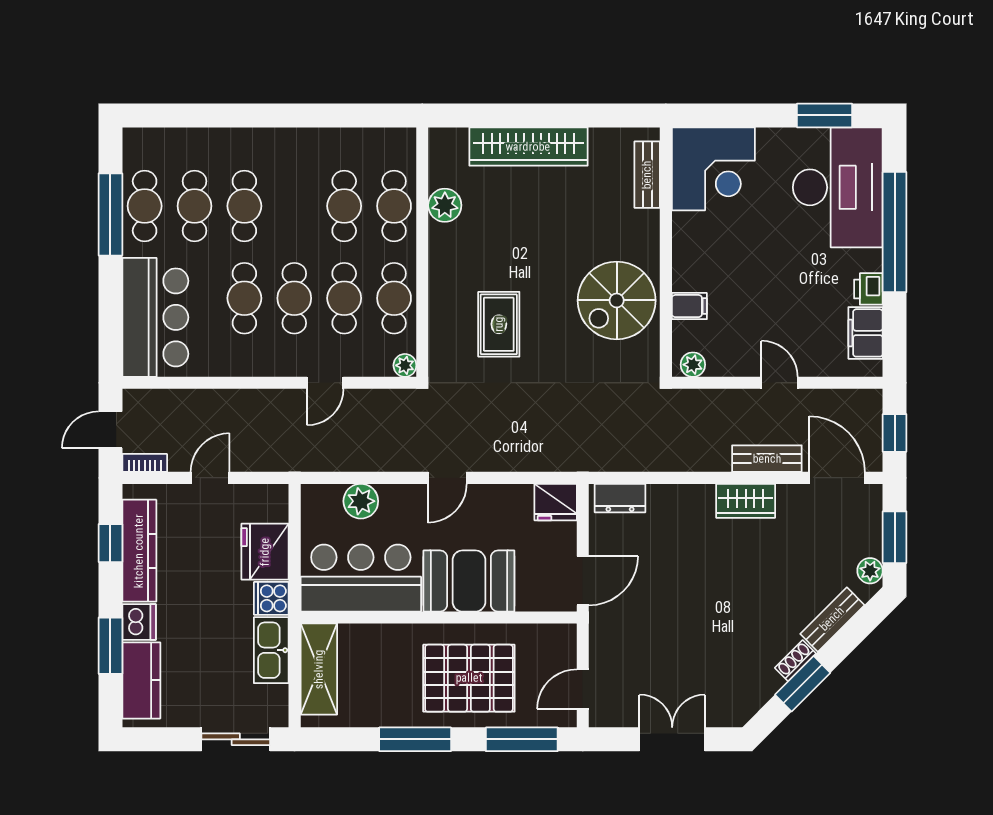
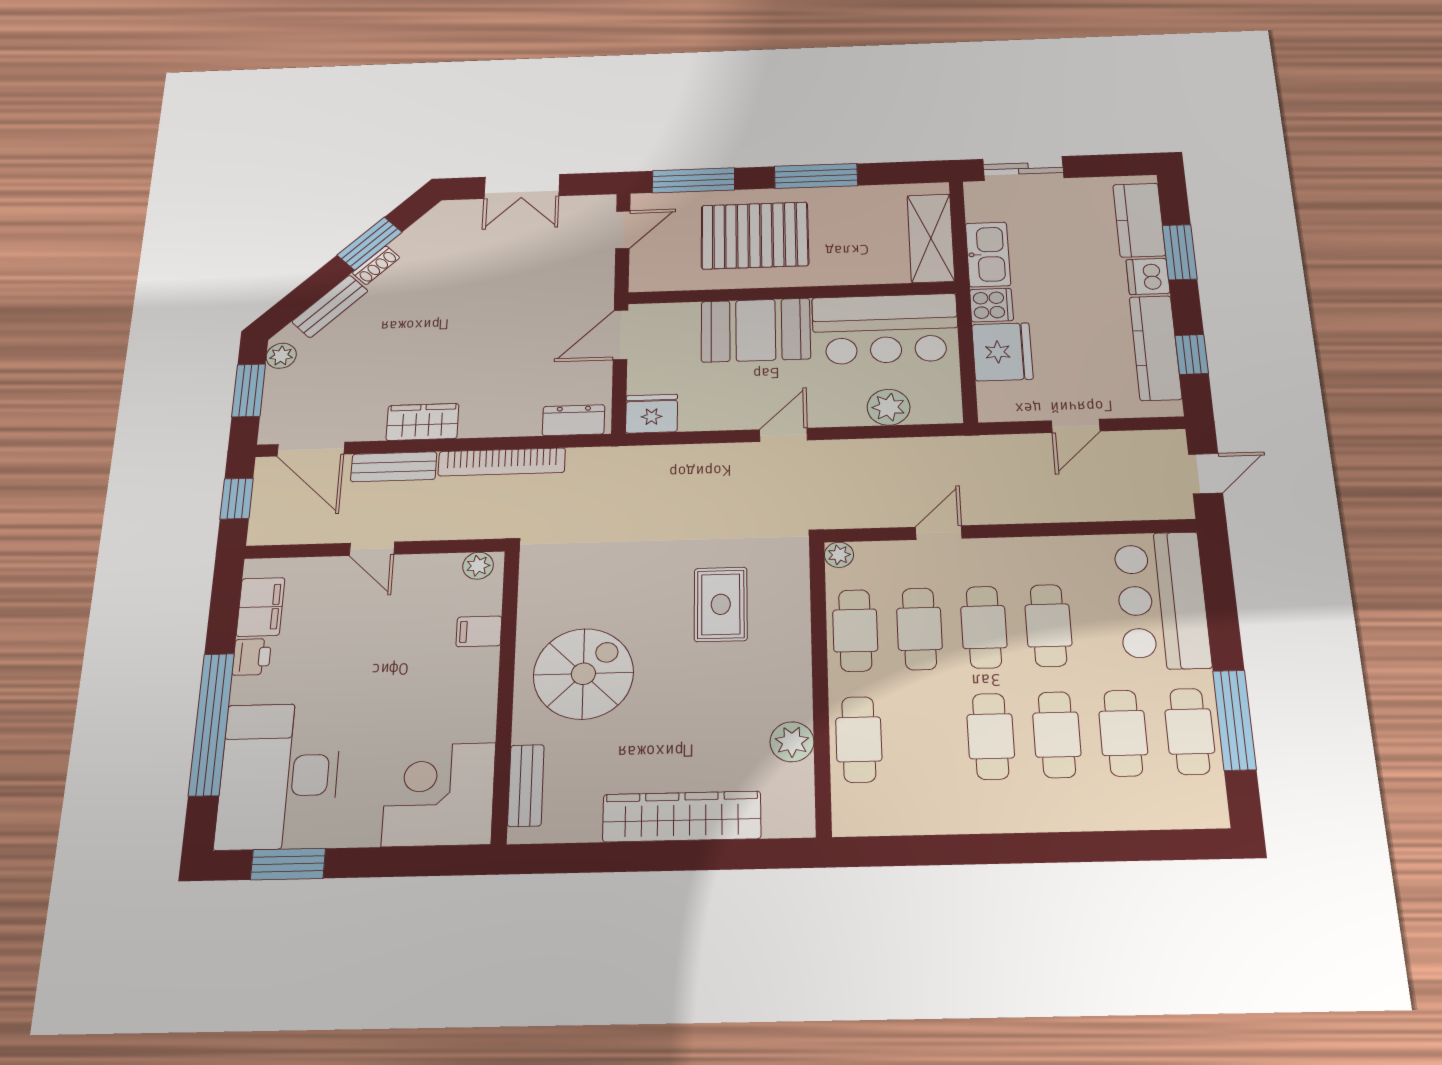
cafe table: (344, 206) -> (991, 736), moved
spiral stairs: (617, 300) -> (583, 674), moved
bookcase: (145, 463) -> (502, 462), moved, width x2.31, depth x1.31

